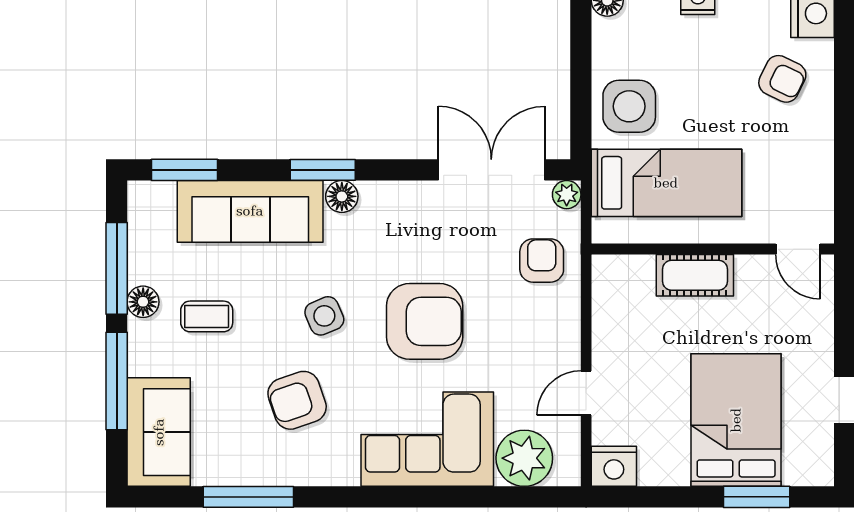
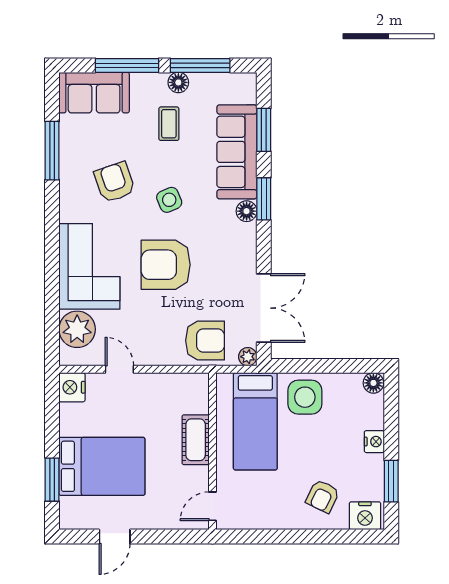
window: (184, 170) -> (264, 130), moved
armchair: (542, 261) -> (205, 341), width x1.38, depth x1.38
armchair: (425, 321) -> (166, 265), turned 90

